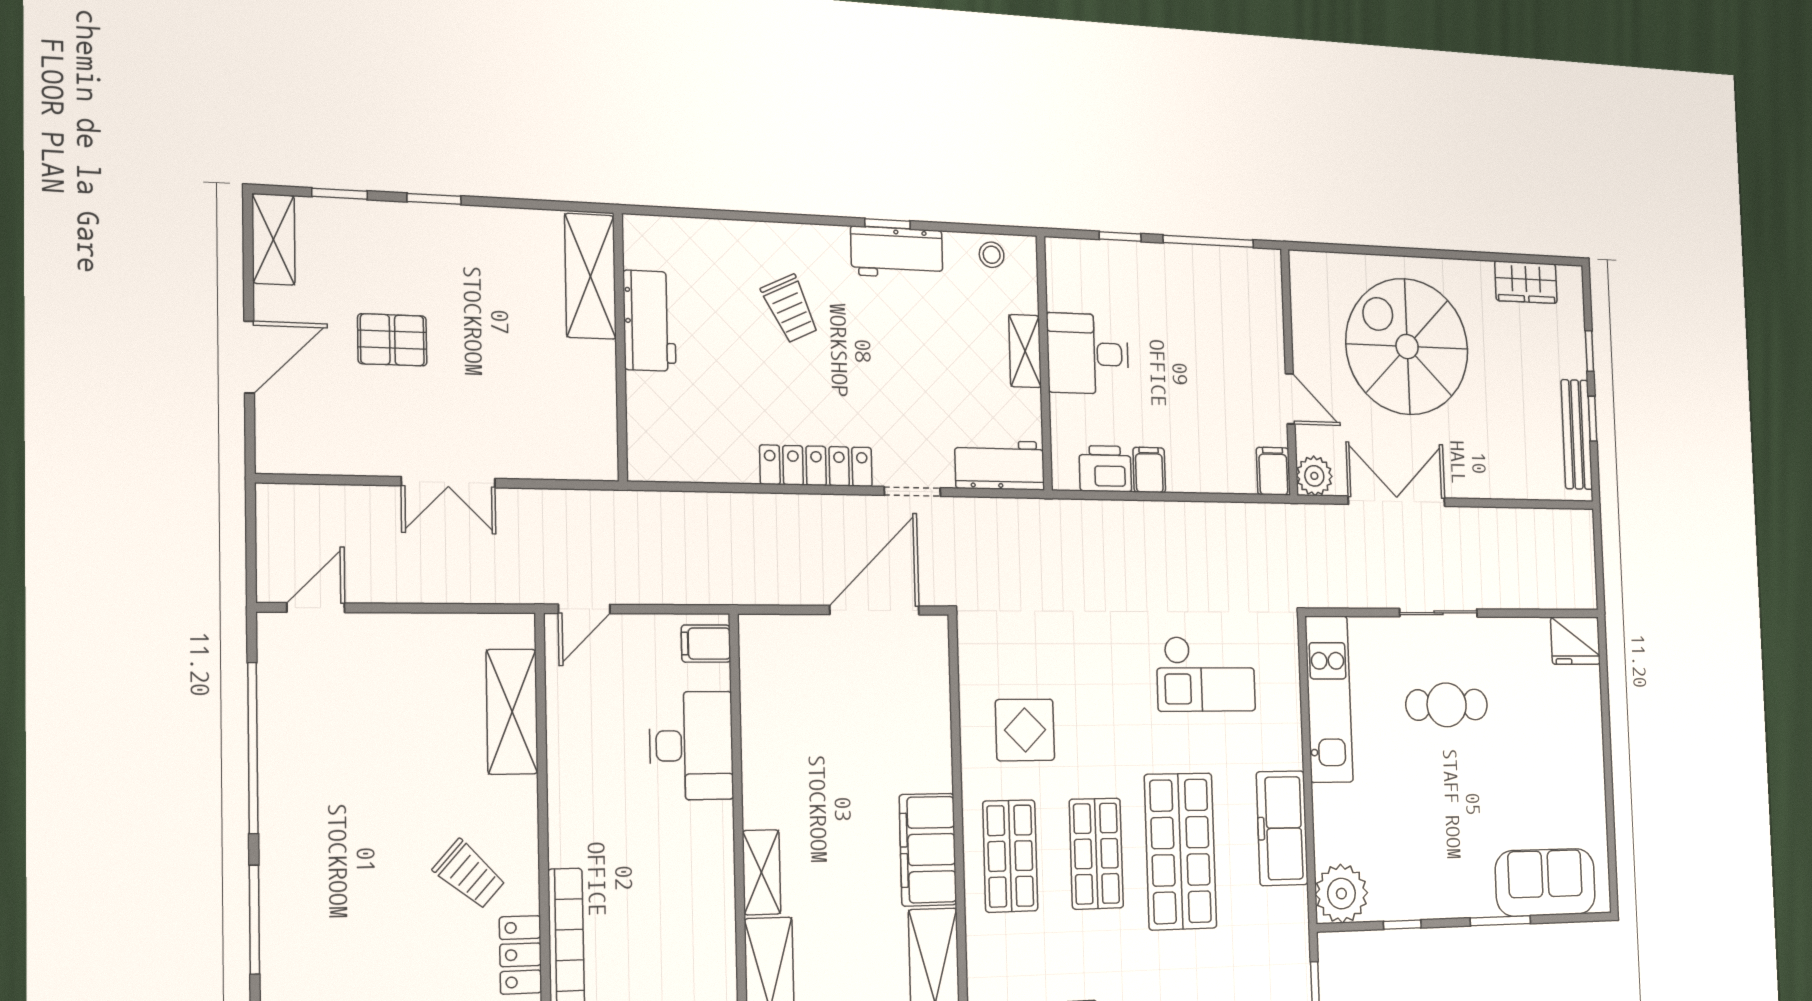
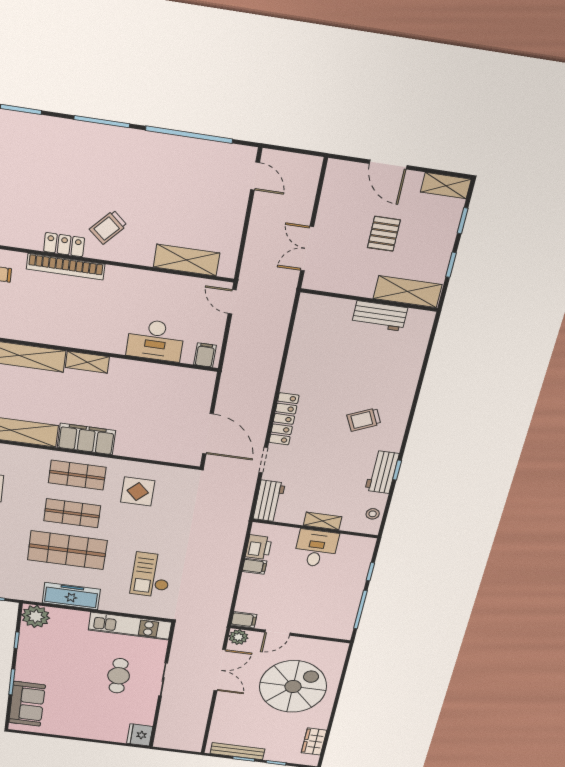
shelving: (590, 276) -> (408, 292), moved
workbench: (649, 321) -> (380, 316), moved
wall: (620, 347) -> (369, 300), moved

